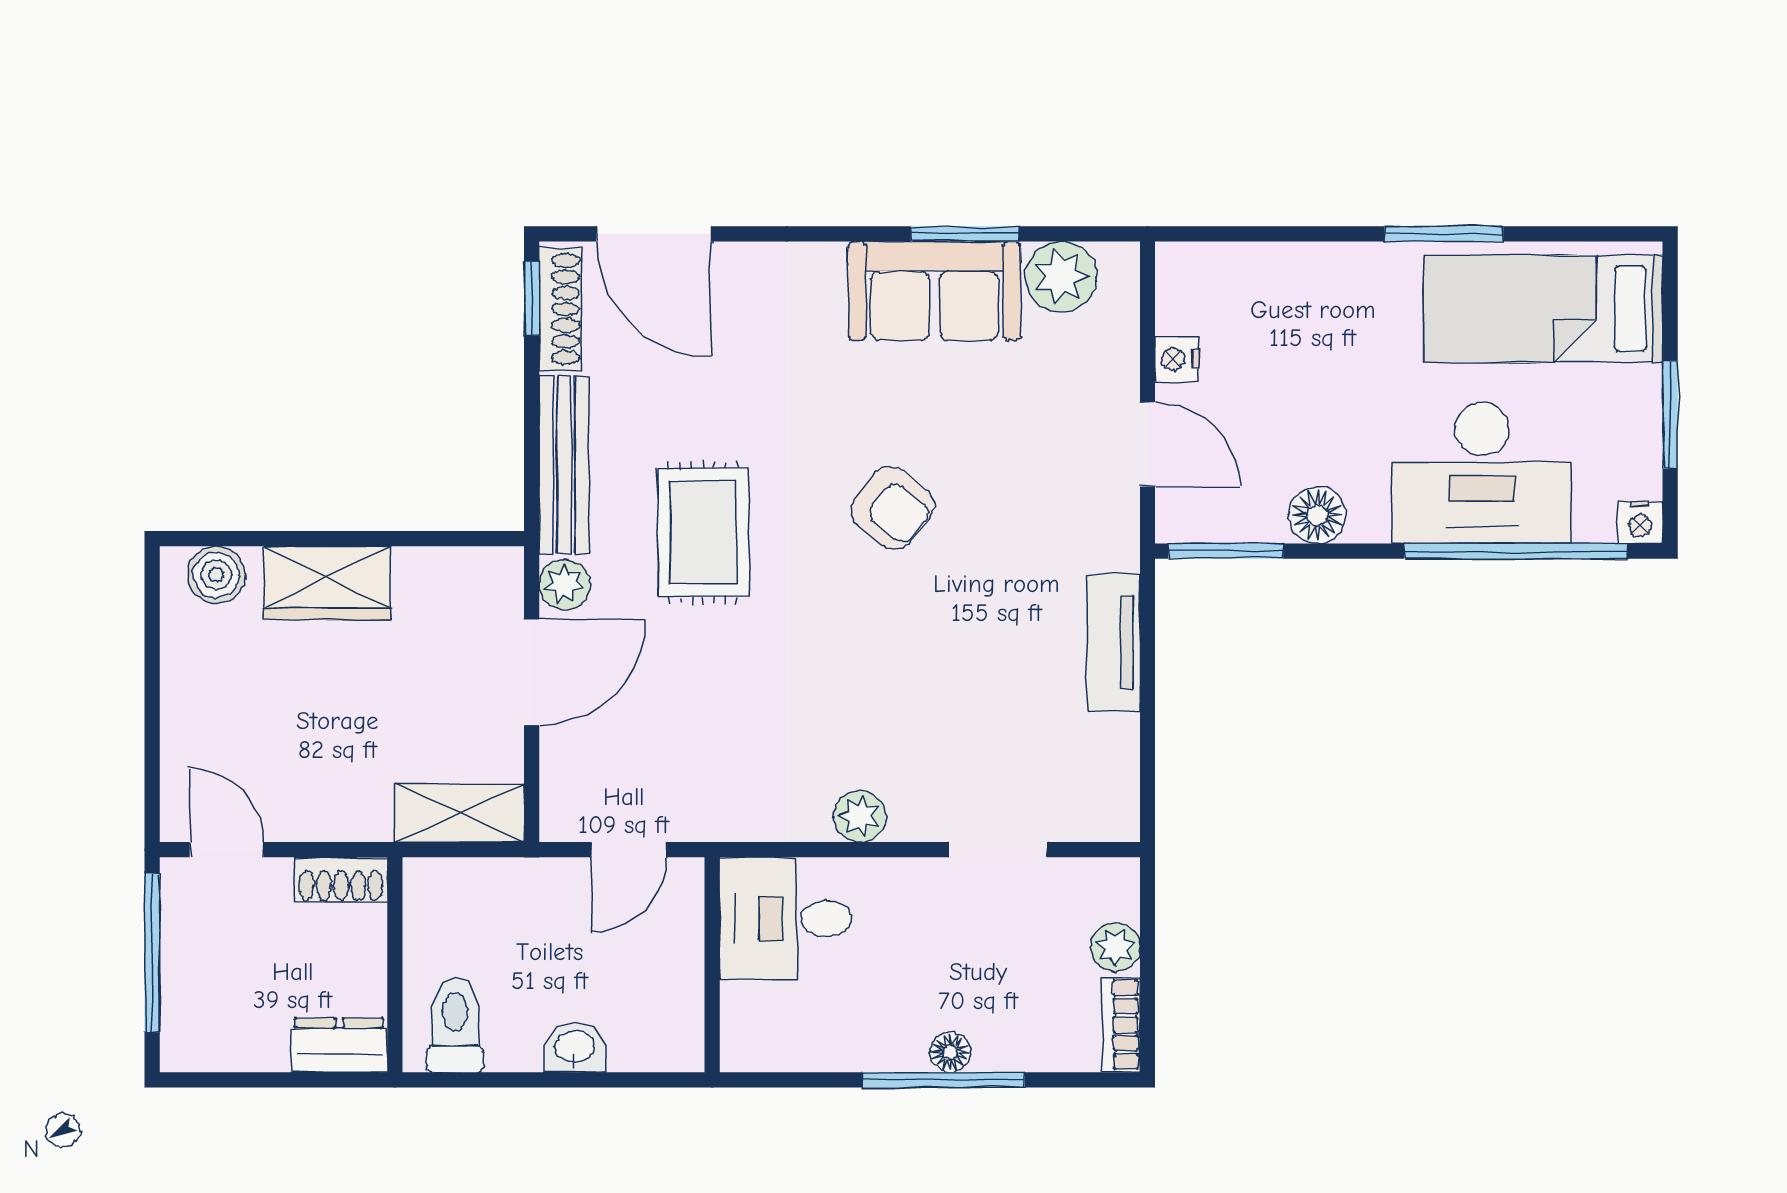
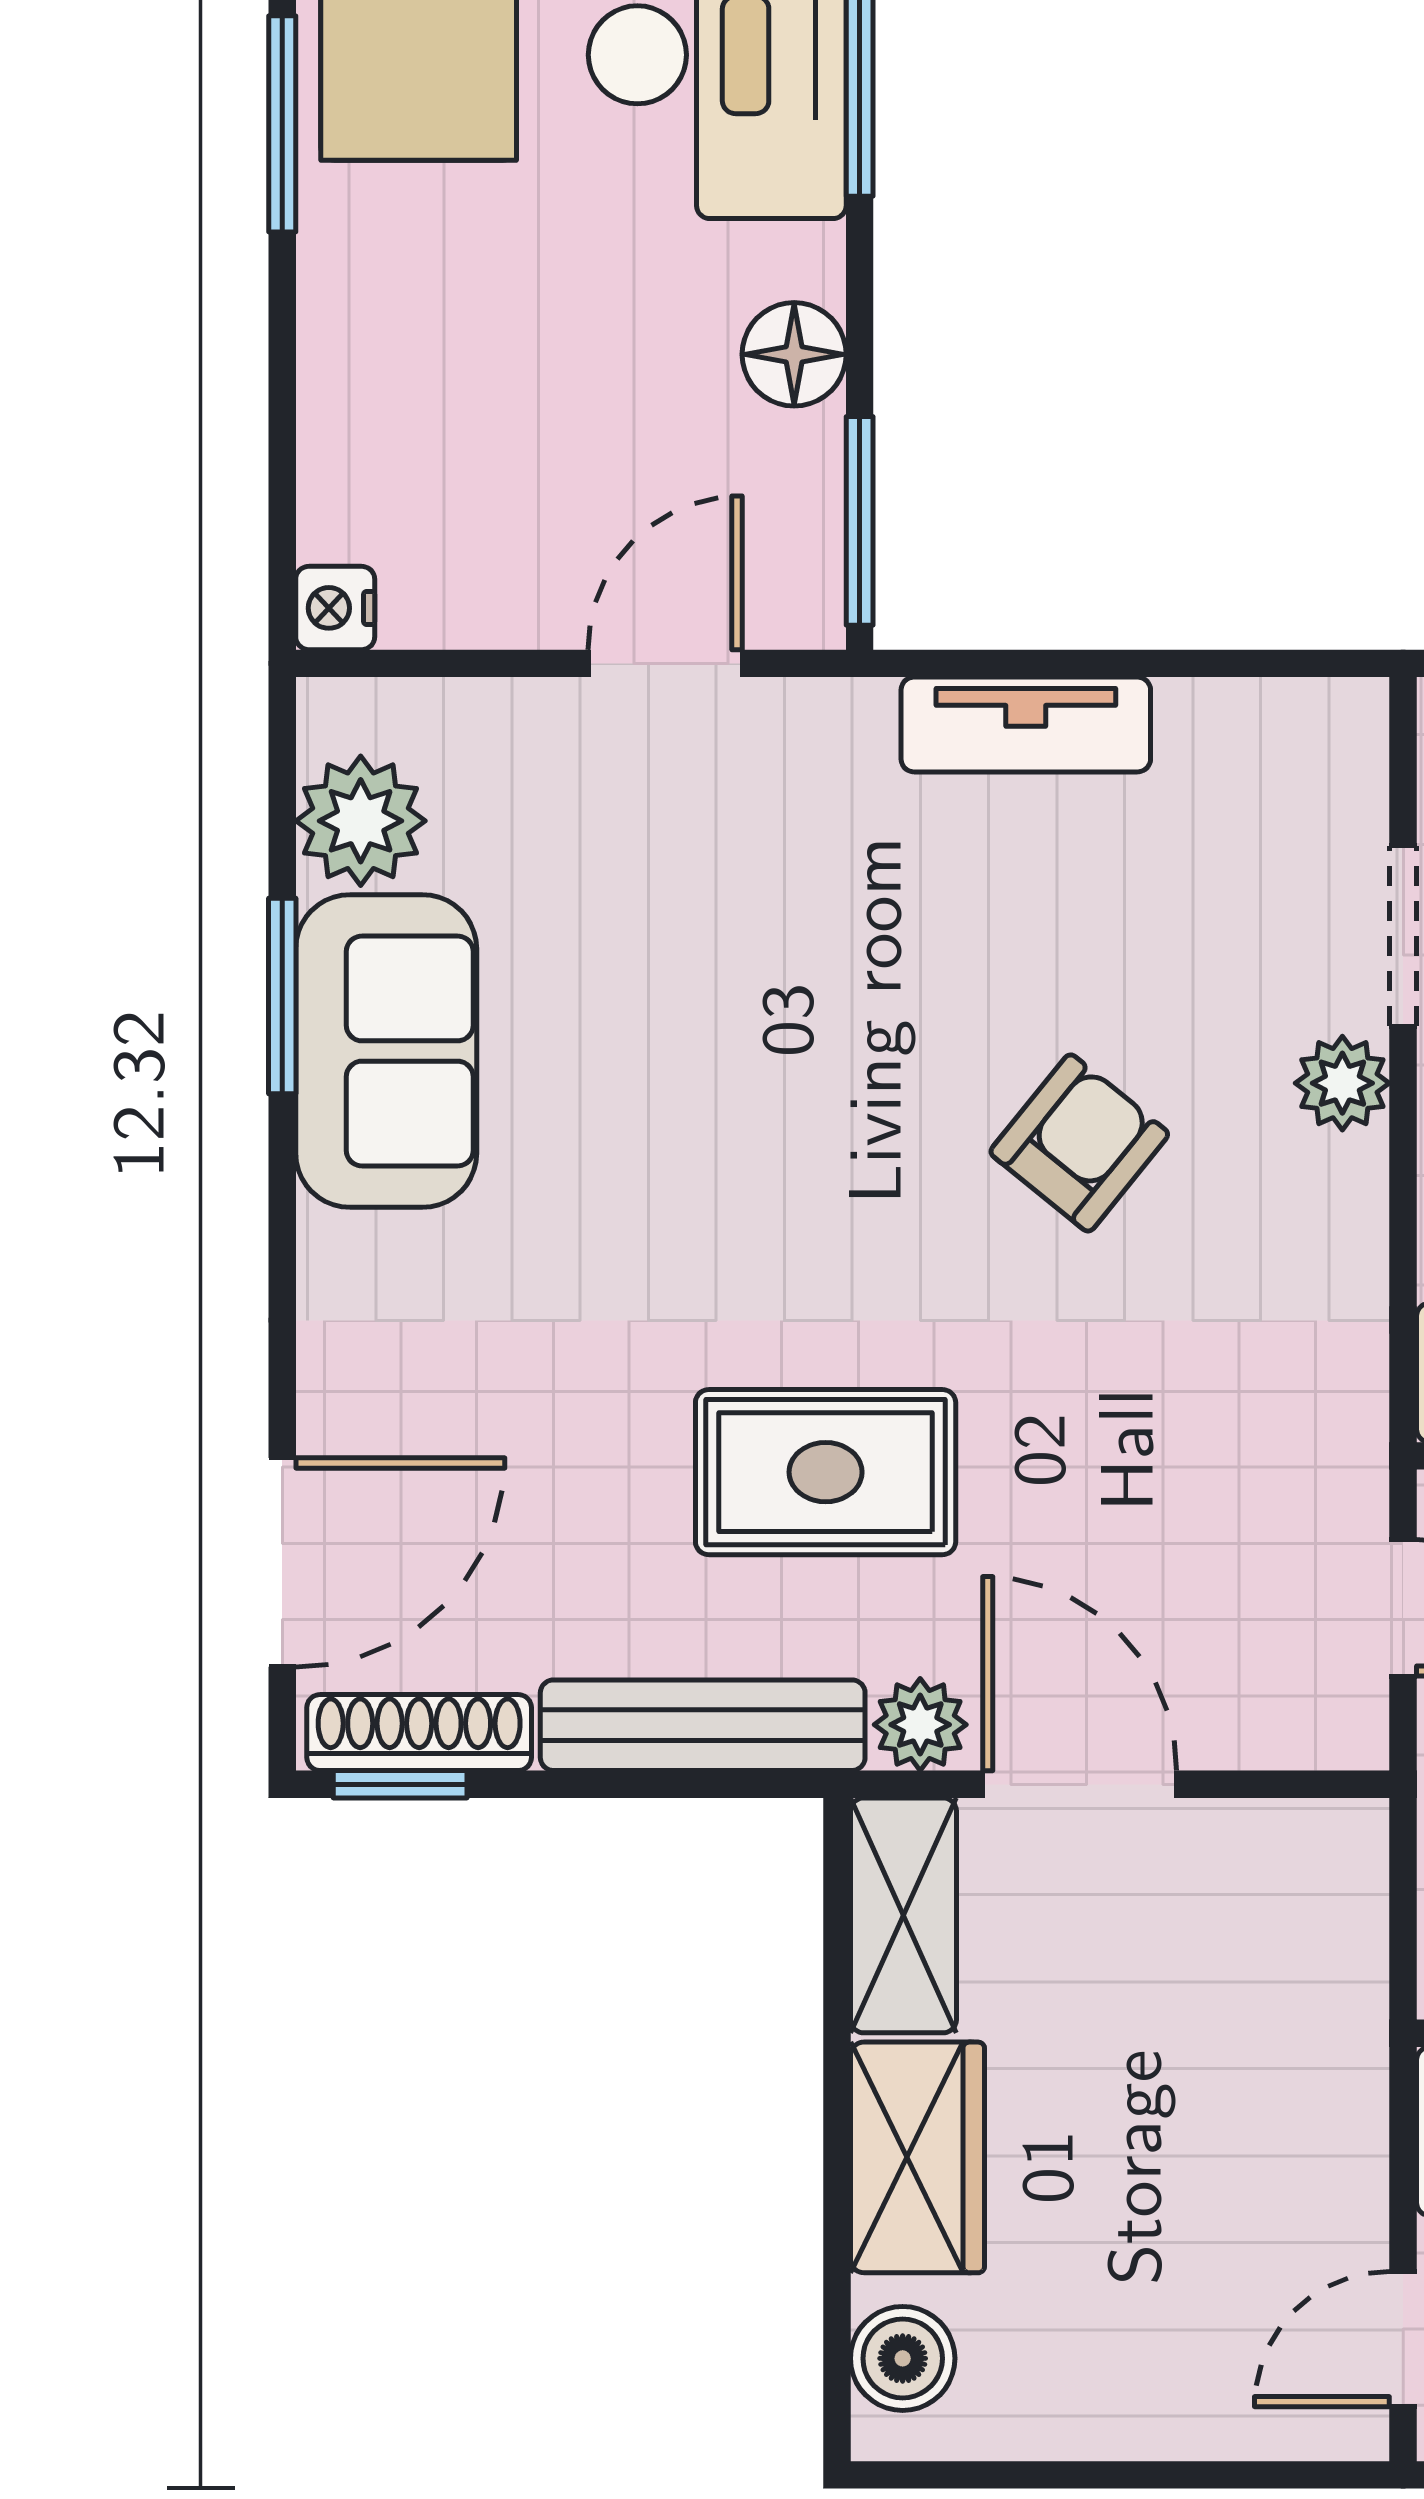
nightstand: (1177, 359) -> (335, 608), moved, turned 90
armchair: (892, 508) -> (1079, 1143), moved
shelving: (460, 813) -> (903, 1915), moved
plant: (860, 816) -> (1342, 1083), moved

